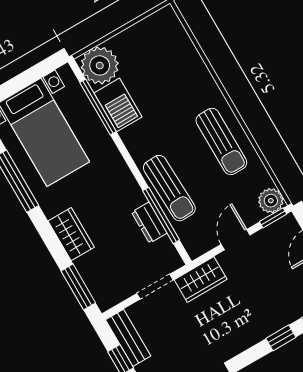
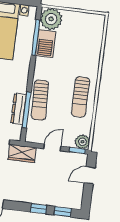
dresser: (149, 223) -> (19, 109), width x1.44

